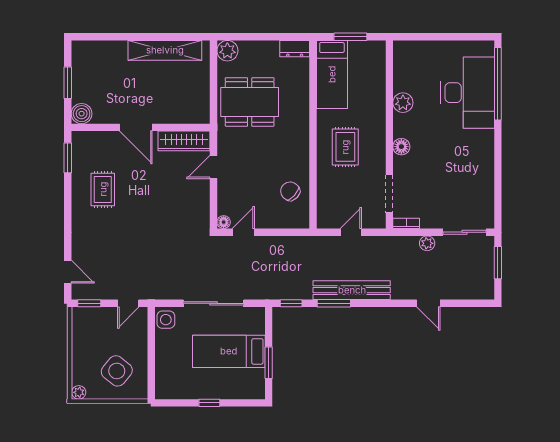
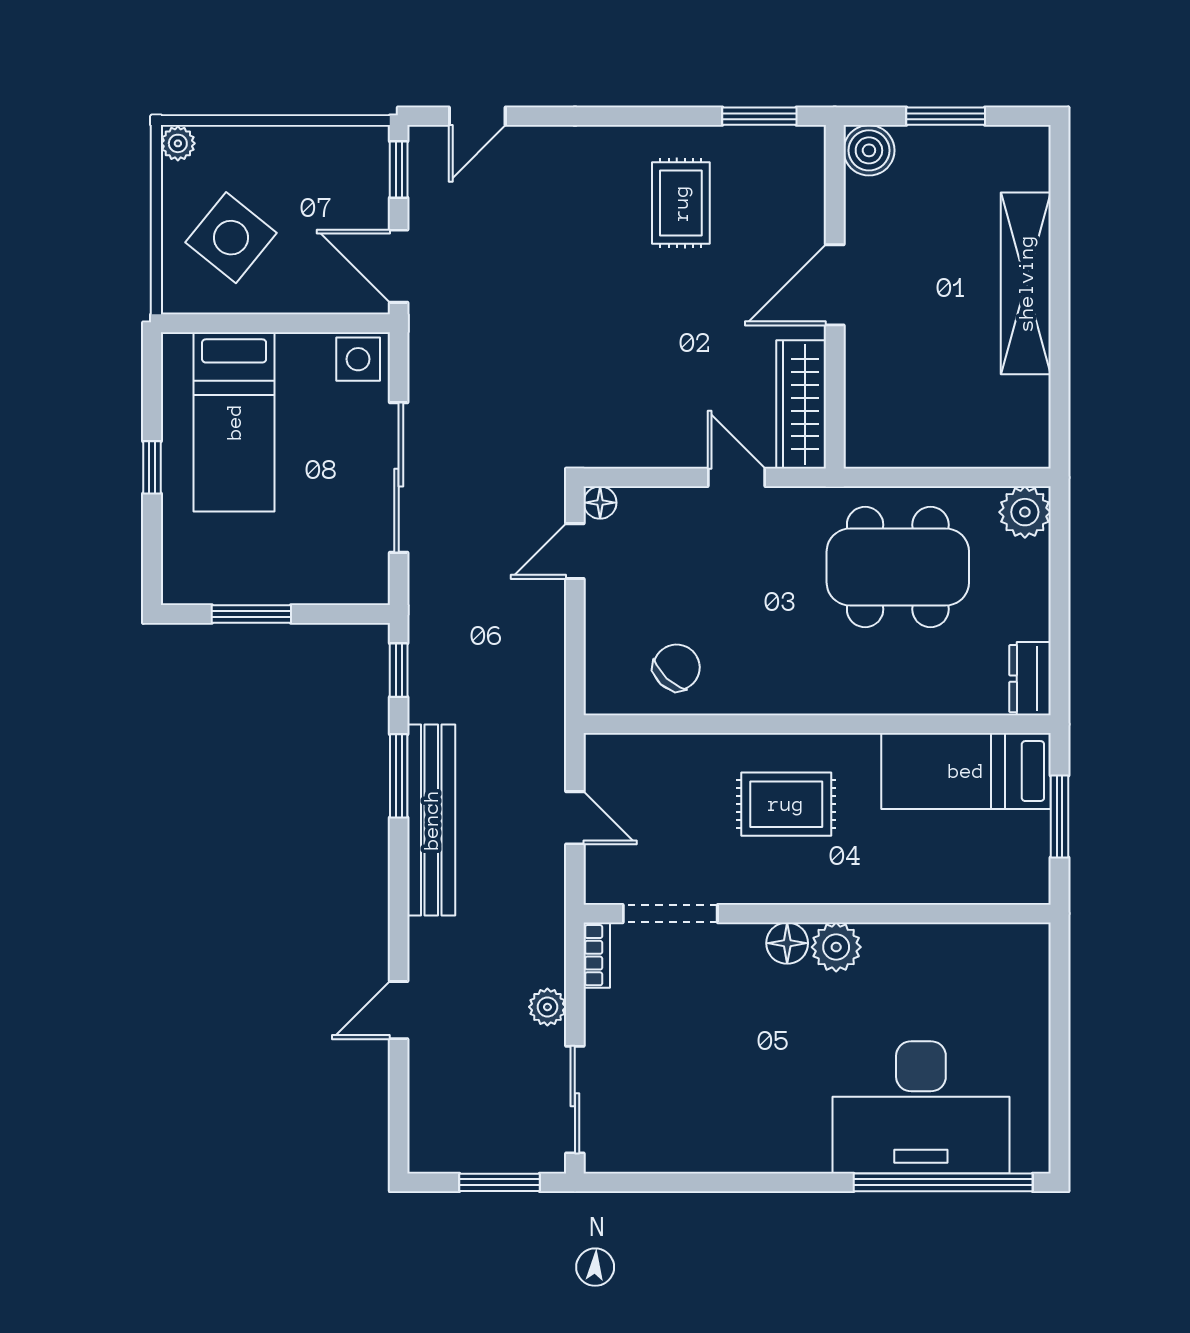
shelving: (165, 50) -> (1026, 283), moved
dining table: (250, 102) -> (898, 567), turned 90
plant: (403, 103) -> (836, 947), moved
rug: (103, 189) -> (681, 203), turned 90
door: (243, 232) -> (575, 551), swing flipped
door: (128, 303) -> (399, 266), width x1.38
bed: (229, 351) -> (234, 422), moved, turned 180

